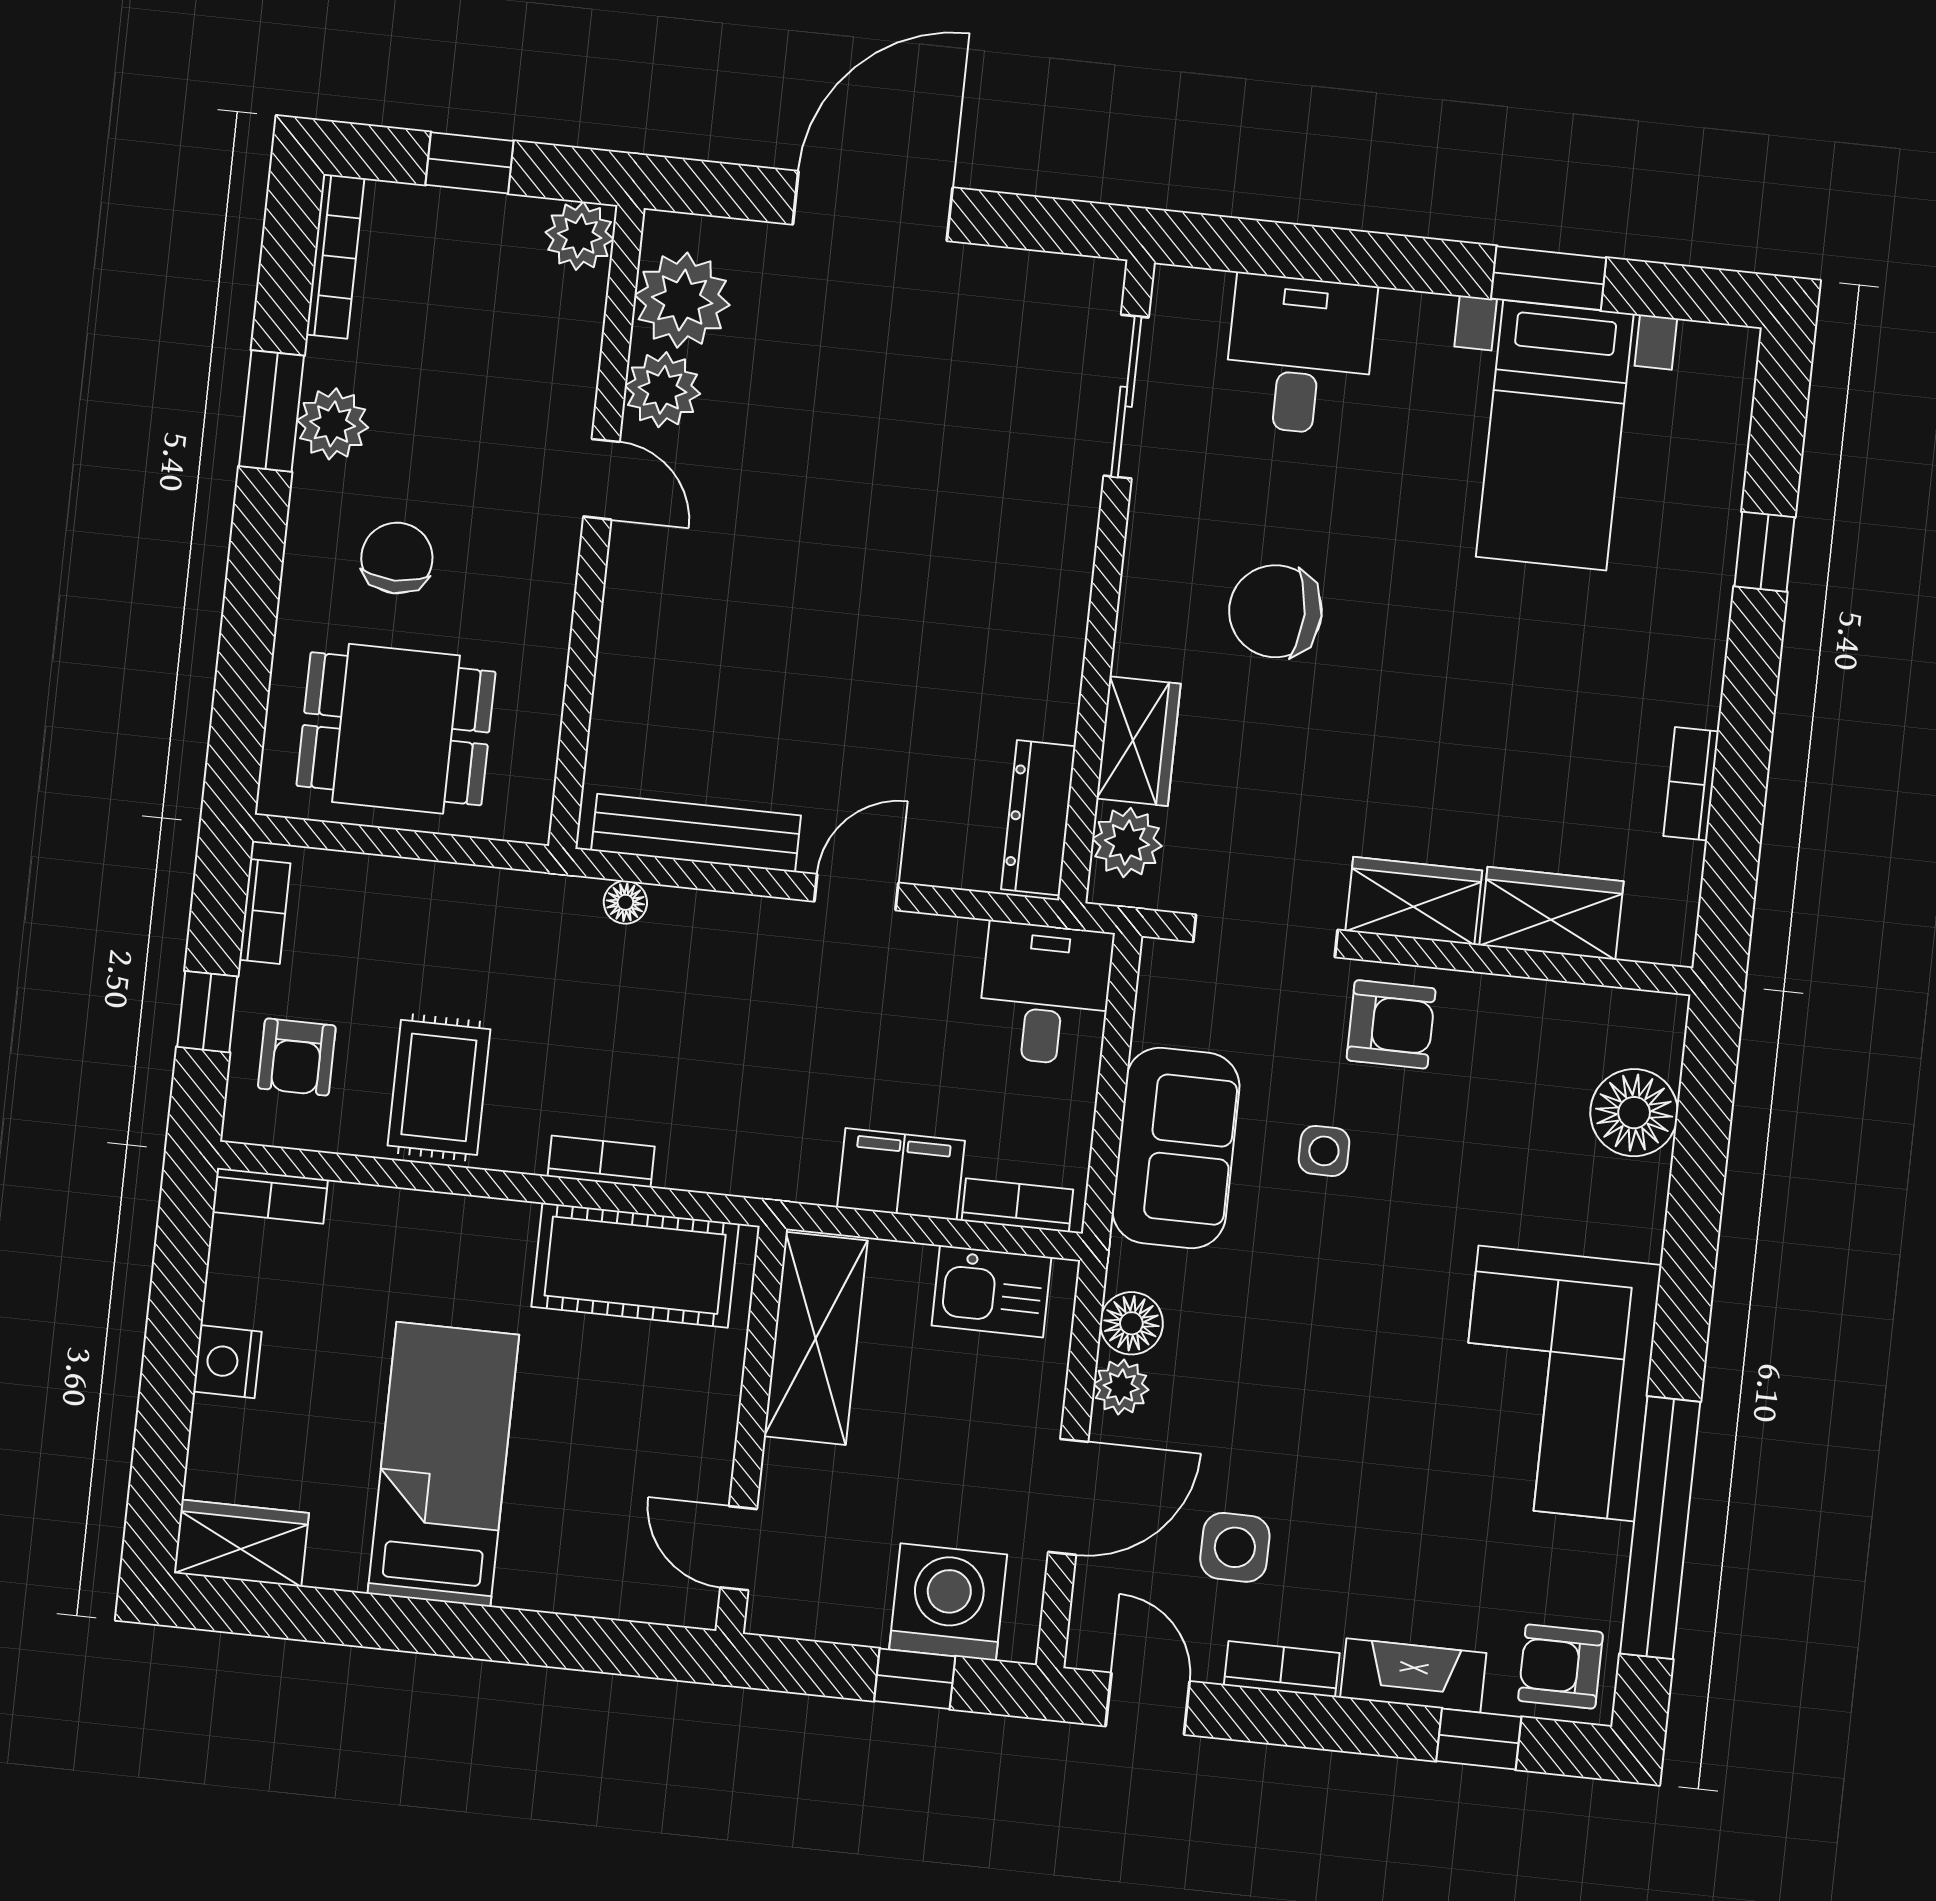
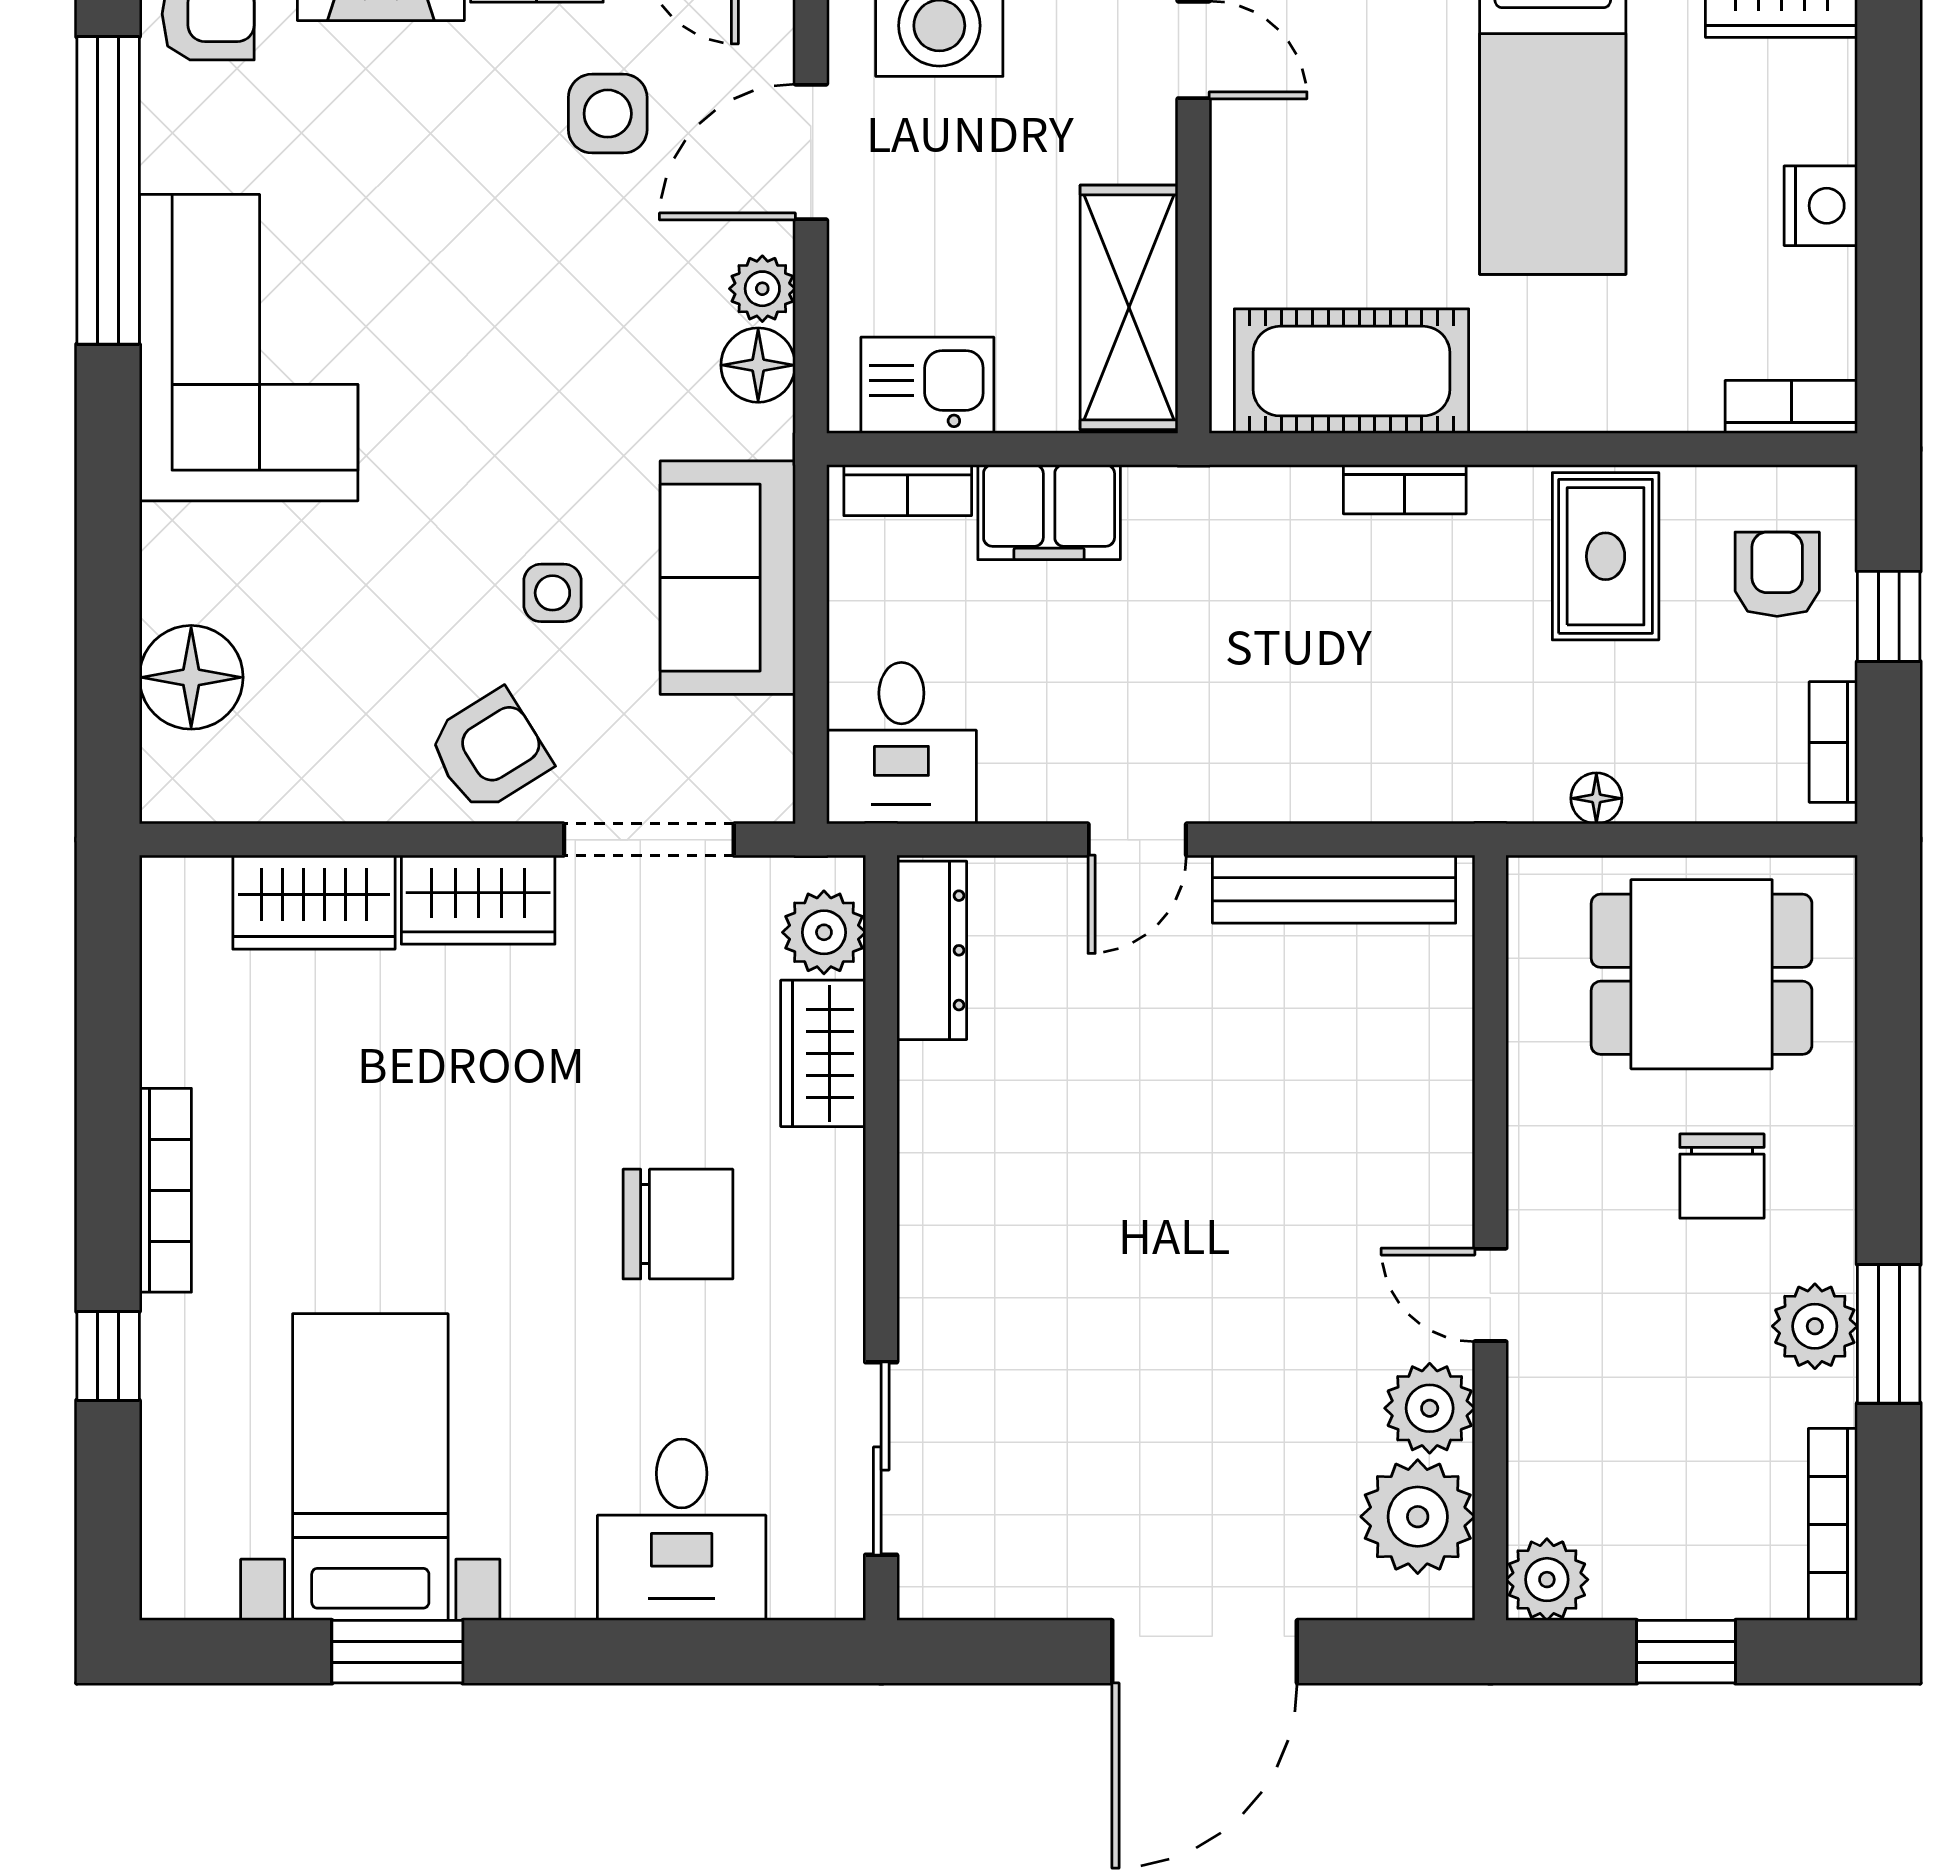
bookcase: (1691, 784) -> (165, 1190), moved, width x1.56
floor lamp: (625, 902) -> (1596, 798), moved
armchair: (1391, 1024) -> (489, 751), turned 148

